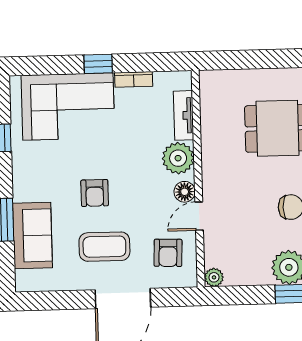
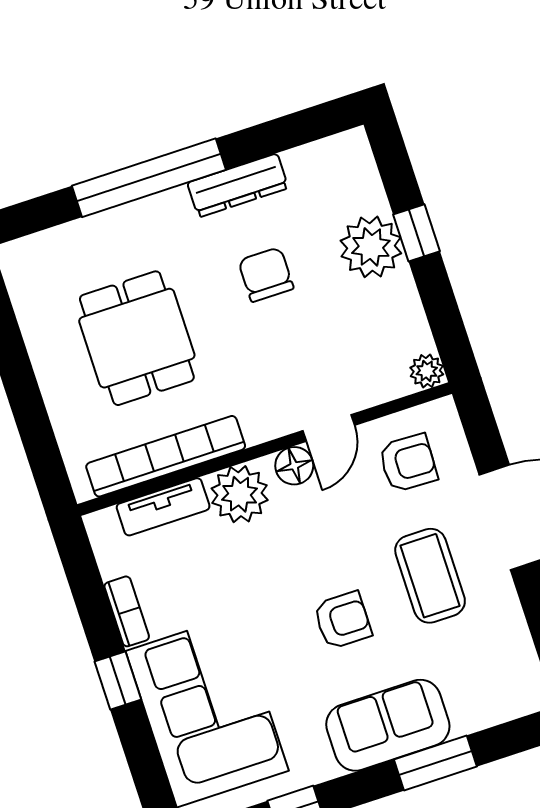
bookcase: (210, 125) -> (166, 456), added
door: (199, 216) -> (329, 428), hinge flipped
sofa: (32, 235) -> (388, 725), moved

